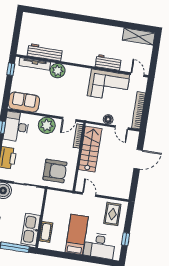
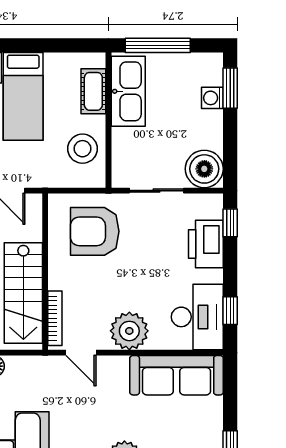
sofa: (24, 102) -> (177, 375), width x1.36
door: (69, 119) -> (81, 353), swing flipped
stool: (55, 208) -> (82, 149), added

